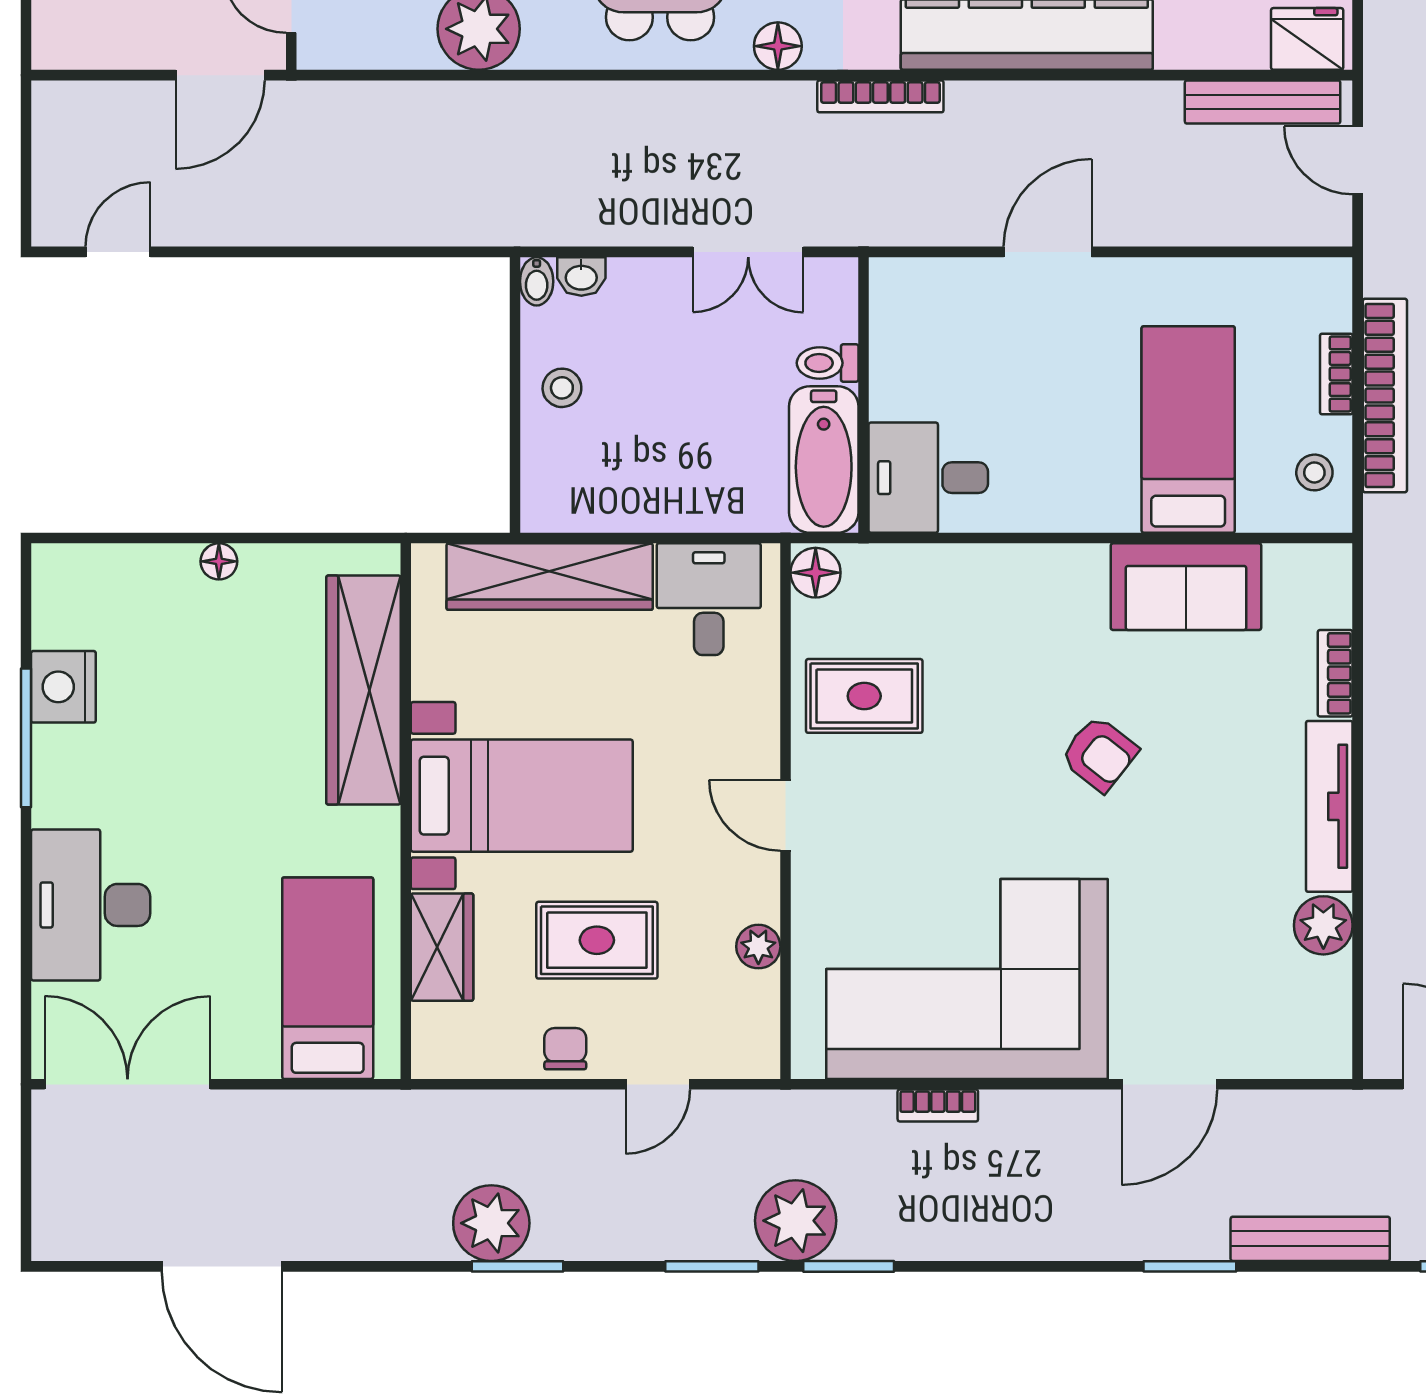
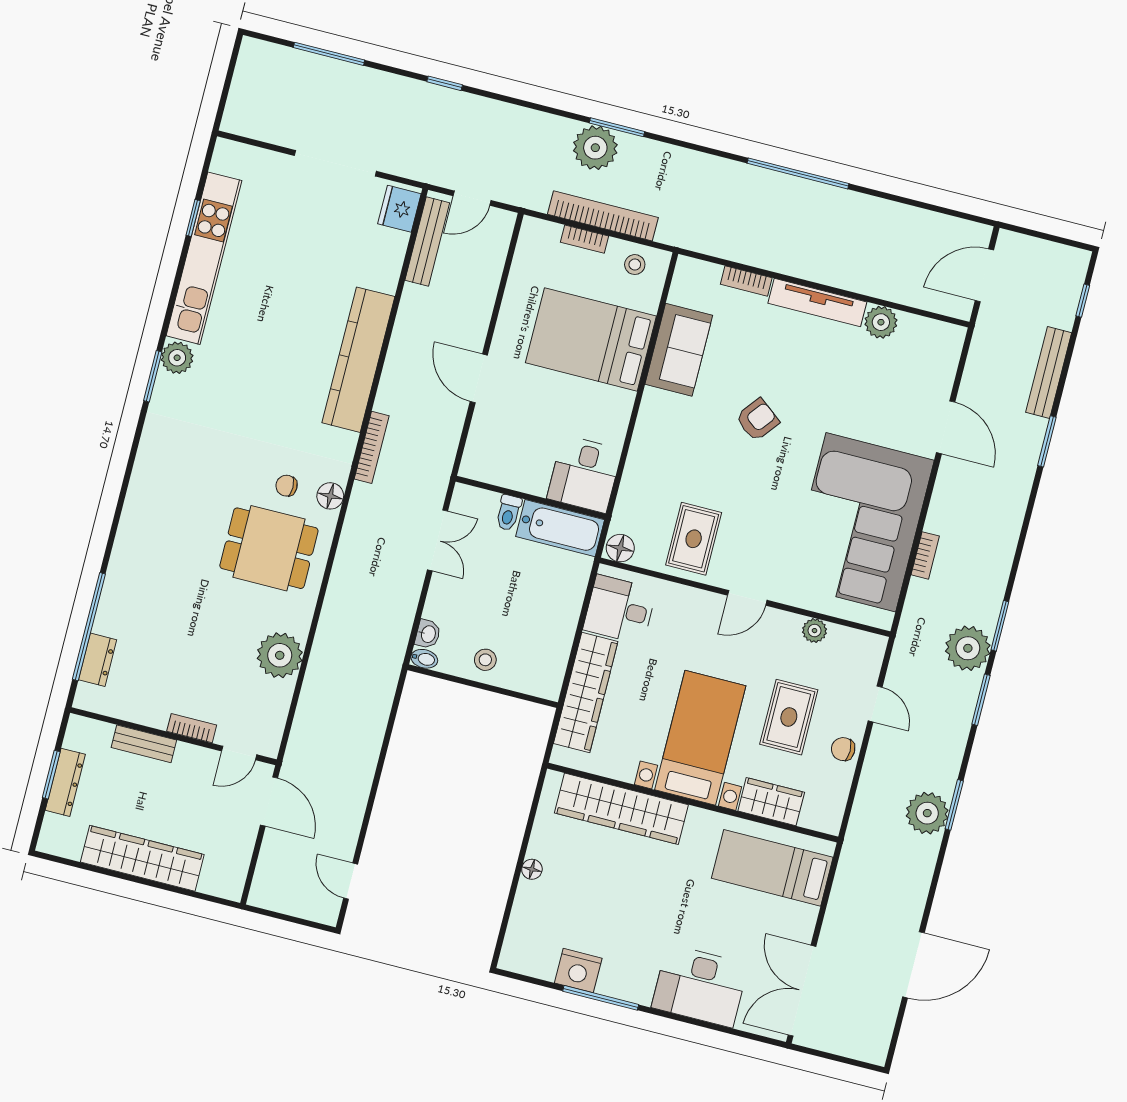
bed: (1188, 430) -> (591, 339), width x1.50

